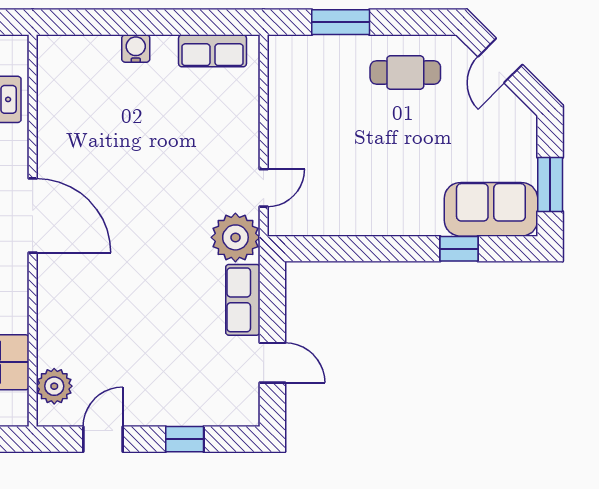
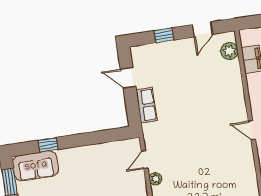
door: (33, 216) -> (252, 130), width x0.53
plant: (235, 237) -> (156, 179), moved, width x0.53, depth x0.53

